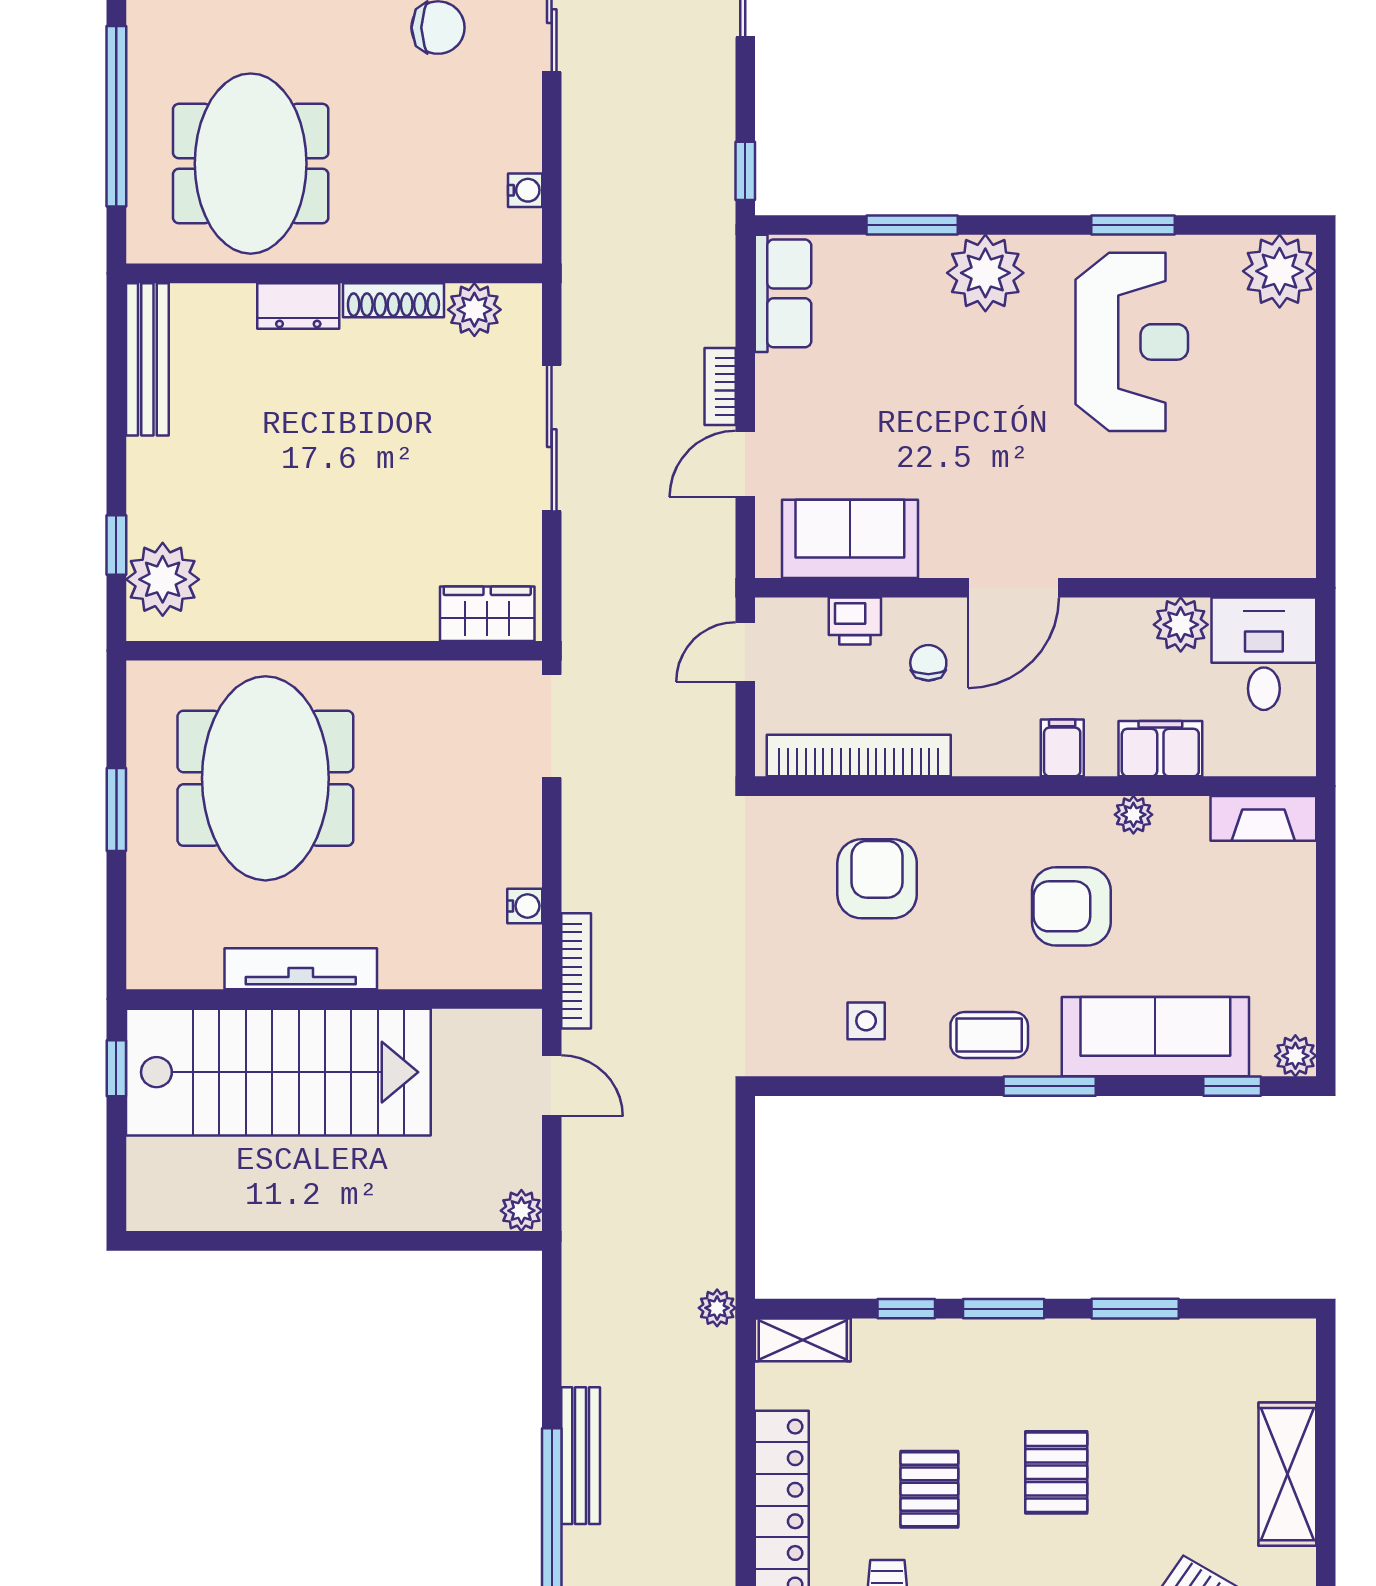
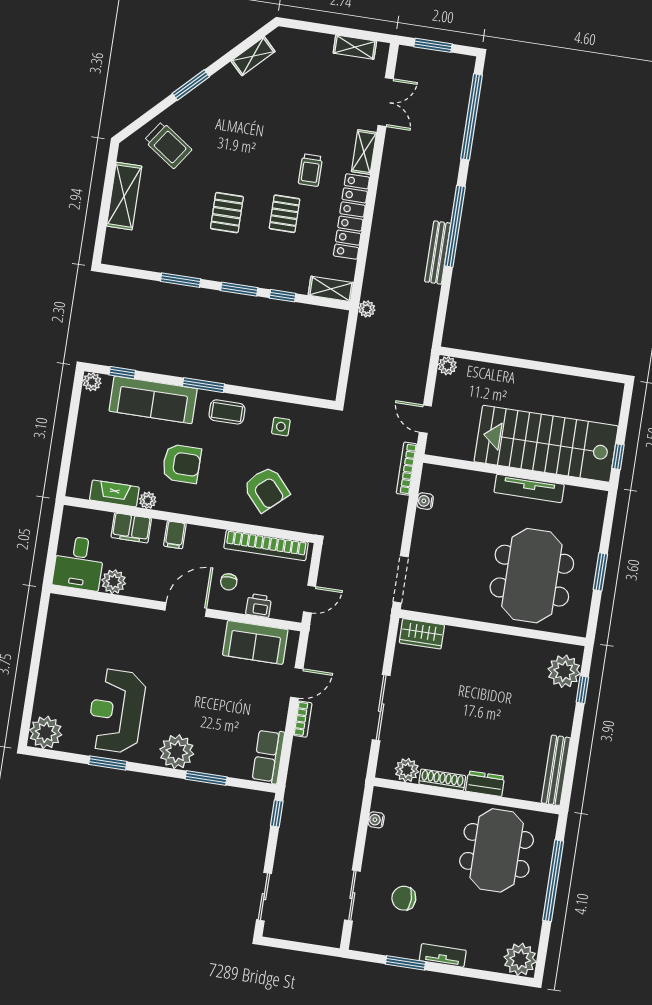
fireplace: (1263, 818) -> (114, 493), moved
armchair: (877, 879) -> (266, 489), turned -42

